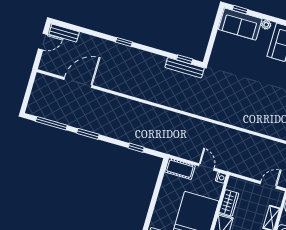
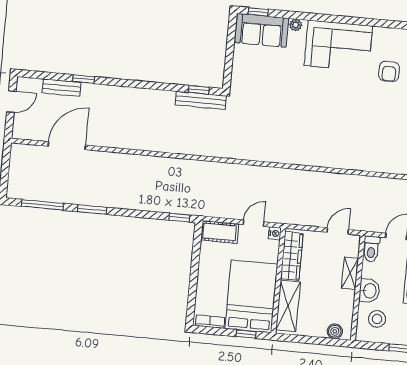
bench: (64, 33) -> (61, 88), moved
window: (124, 42) -> (84, 79), moved
window: (136, 148) -> (179, 218), moved
door: (207, 167) -> (253, 223), hinge flipped
wardrobe: (229, 203) -> (292, 256), width x1.50

